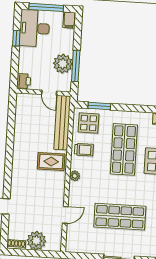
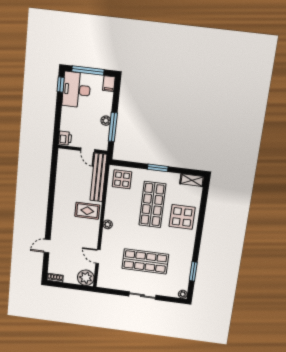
window: (16, 38) -> (61, 85), moved
plant: (63, 64) -> (106, 121), width x0.53, depth x0.53
window: (99, 106) -> (158, 168), moved
trolley: (84, 150) -> (117, 202), removed
door: (65, 215) -> (98, 257), swing flipped
plant: (36, 241) -> (86, 278), moved

